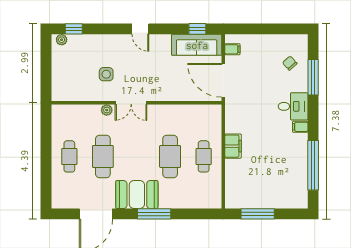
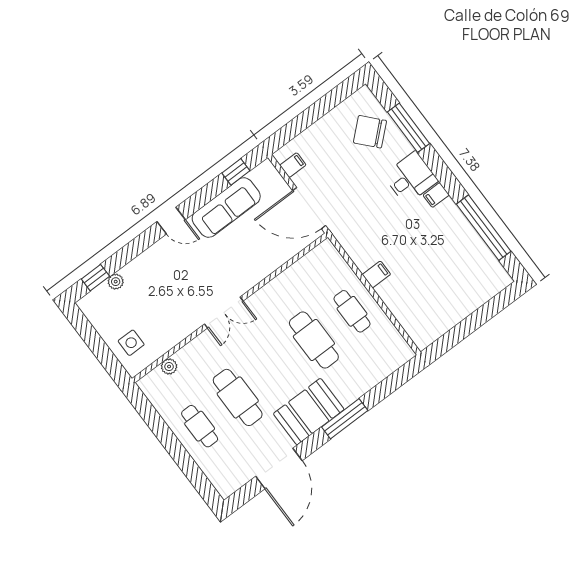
plant: (62, 40) -> (116, 282), moved
sofa: (197, 45) -> (226, 207), moved
chair: (290, 63) -> (370, 132), width x1.87, depth x1.87
side table: (106, 74) -> (131, 343), moved
plant: (107, 110) -> (169, 367), moved
filing cabinet: (233, 146) -> (376, 274), width x0.50
window: (258, 214) -> (462, 330), removed

